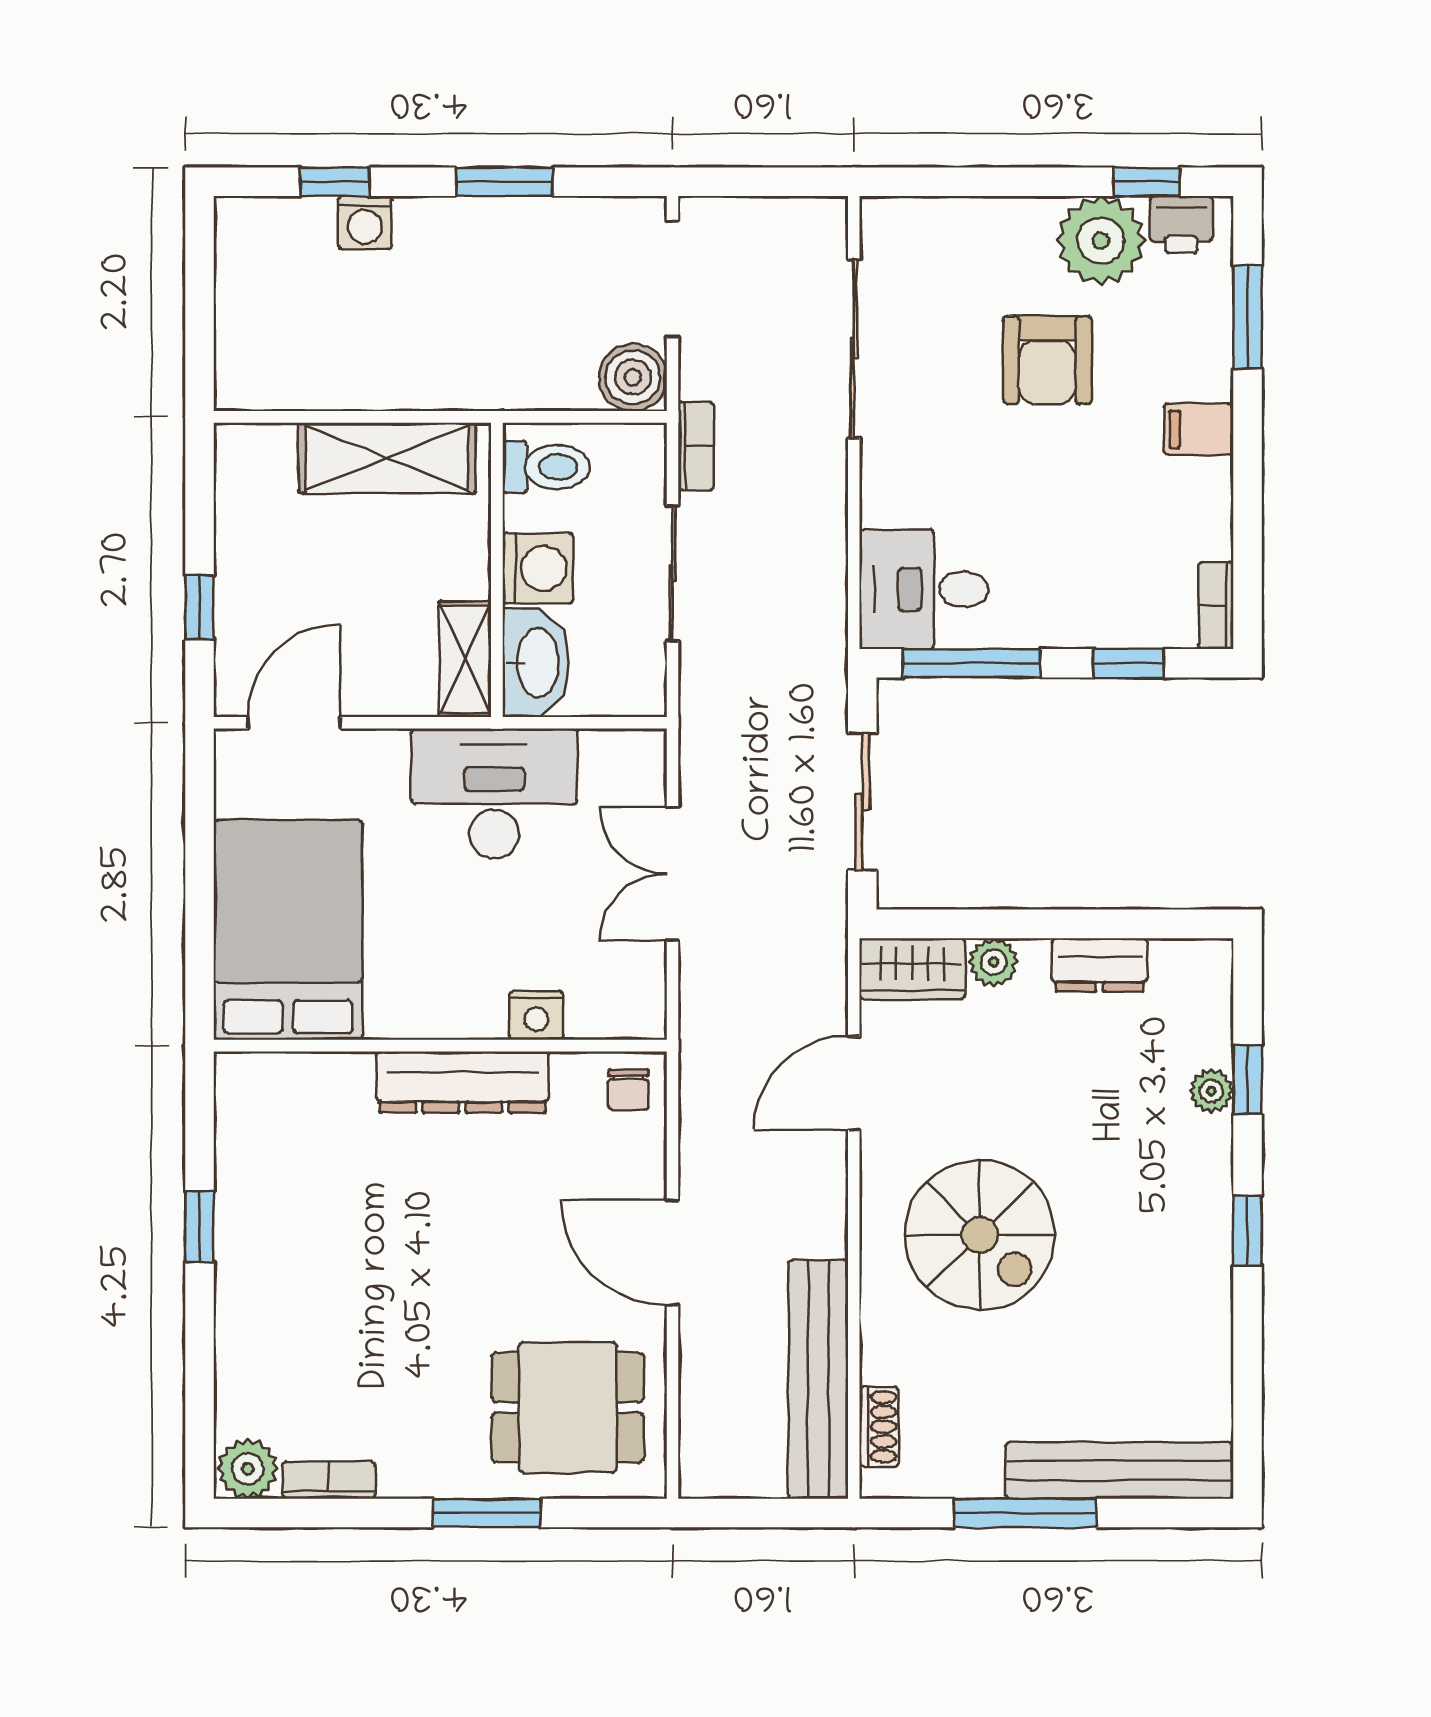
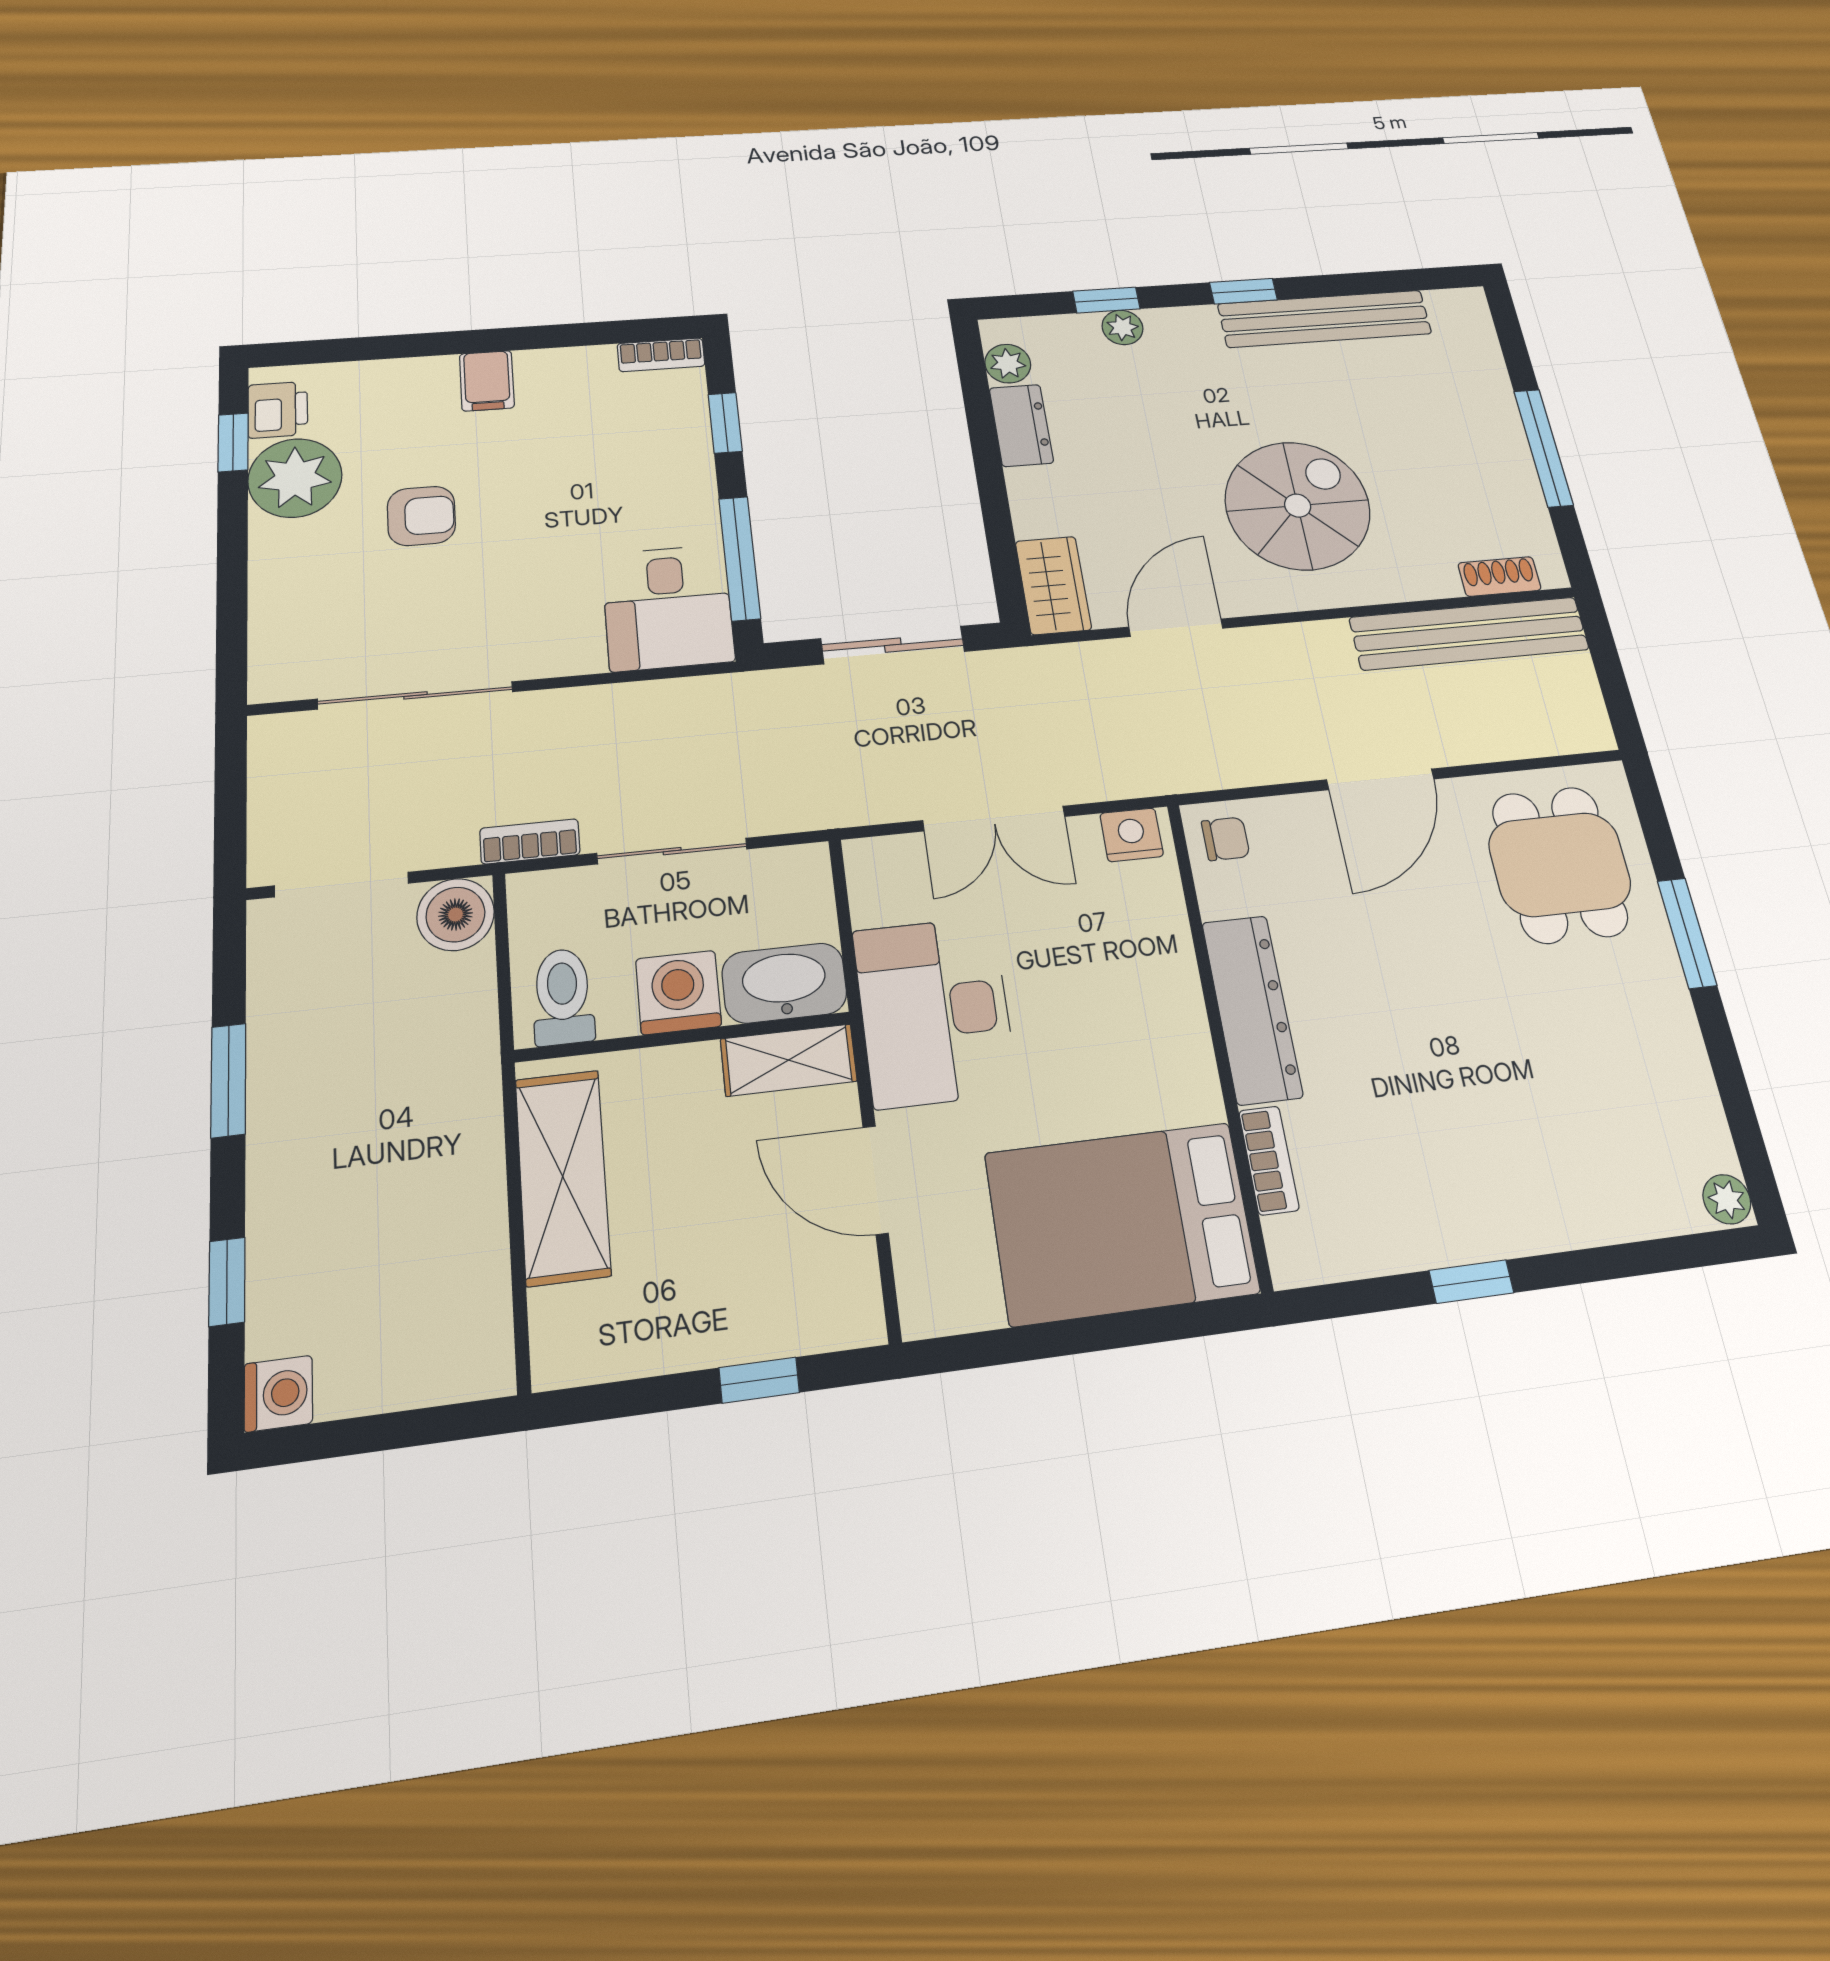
washing machine: (365, 223) -> (278, 1394), moved
window: (1247, 317) -> (372, 348), removed
armchair: (1047, 360) -> (421, 516), width x0.72, depth x0.72
door: (294, 723) -> (876, 1180), moved
plant: (994, 962) -> (1008, 364), moved
nightstand: (536, 1015) -> (1132, 835), moved, turned -90
door: (854, 1083) -> (1176, 628), swing flipped
plant: (248, 1469) -> (1727, 1199), width x0.73, depth x0.73
bench: (1119, 1470) -> (1325, 319), moved, turned 90
bookcase: (329, 1480) -> (1269, 1160), moved, turned 180

